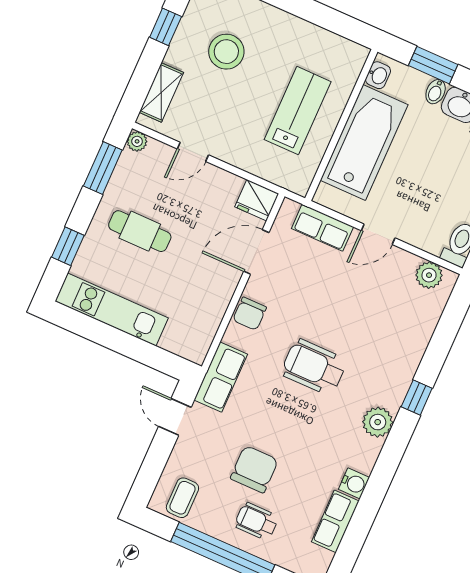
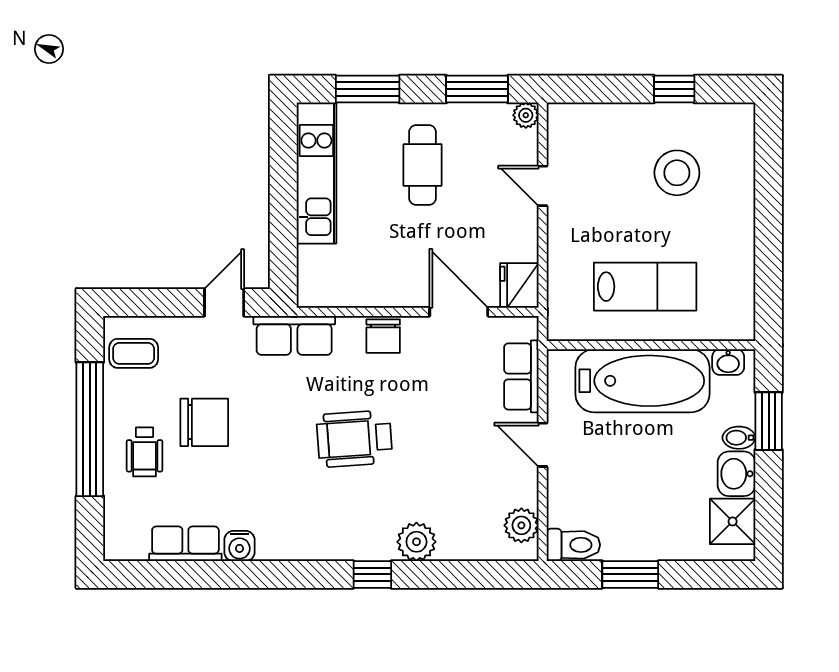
shelving: (161, 92) -> (596, 118), removed
window: (68, 246) -> (368, 89), width x1.50
chair: (250, 314) -> (383, 336), turned -90
wheelchair: (314, 367) -> (354, 439), turned -94
plant: (378, 422) -> (416, 542), moved
wheelchair: (256, 521) -> (145, 452), turned 180

